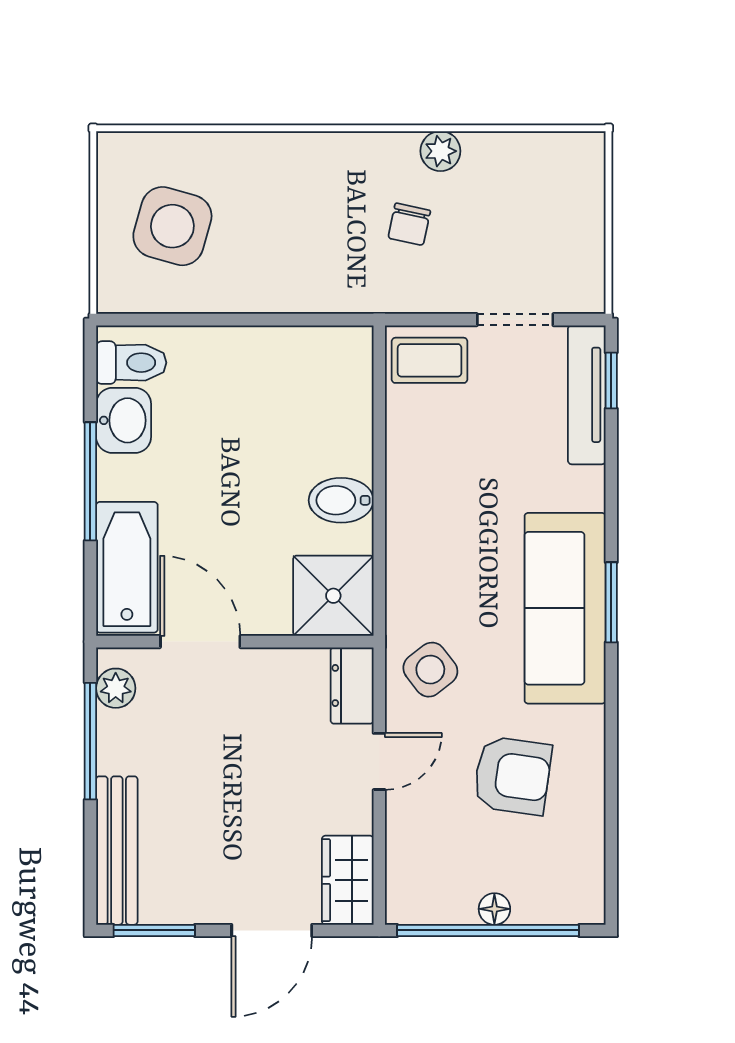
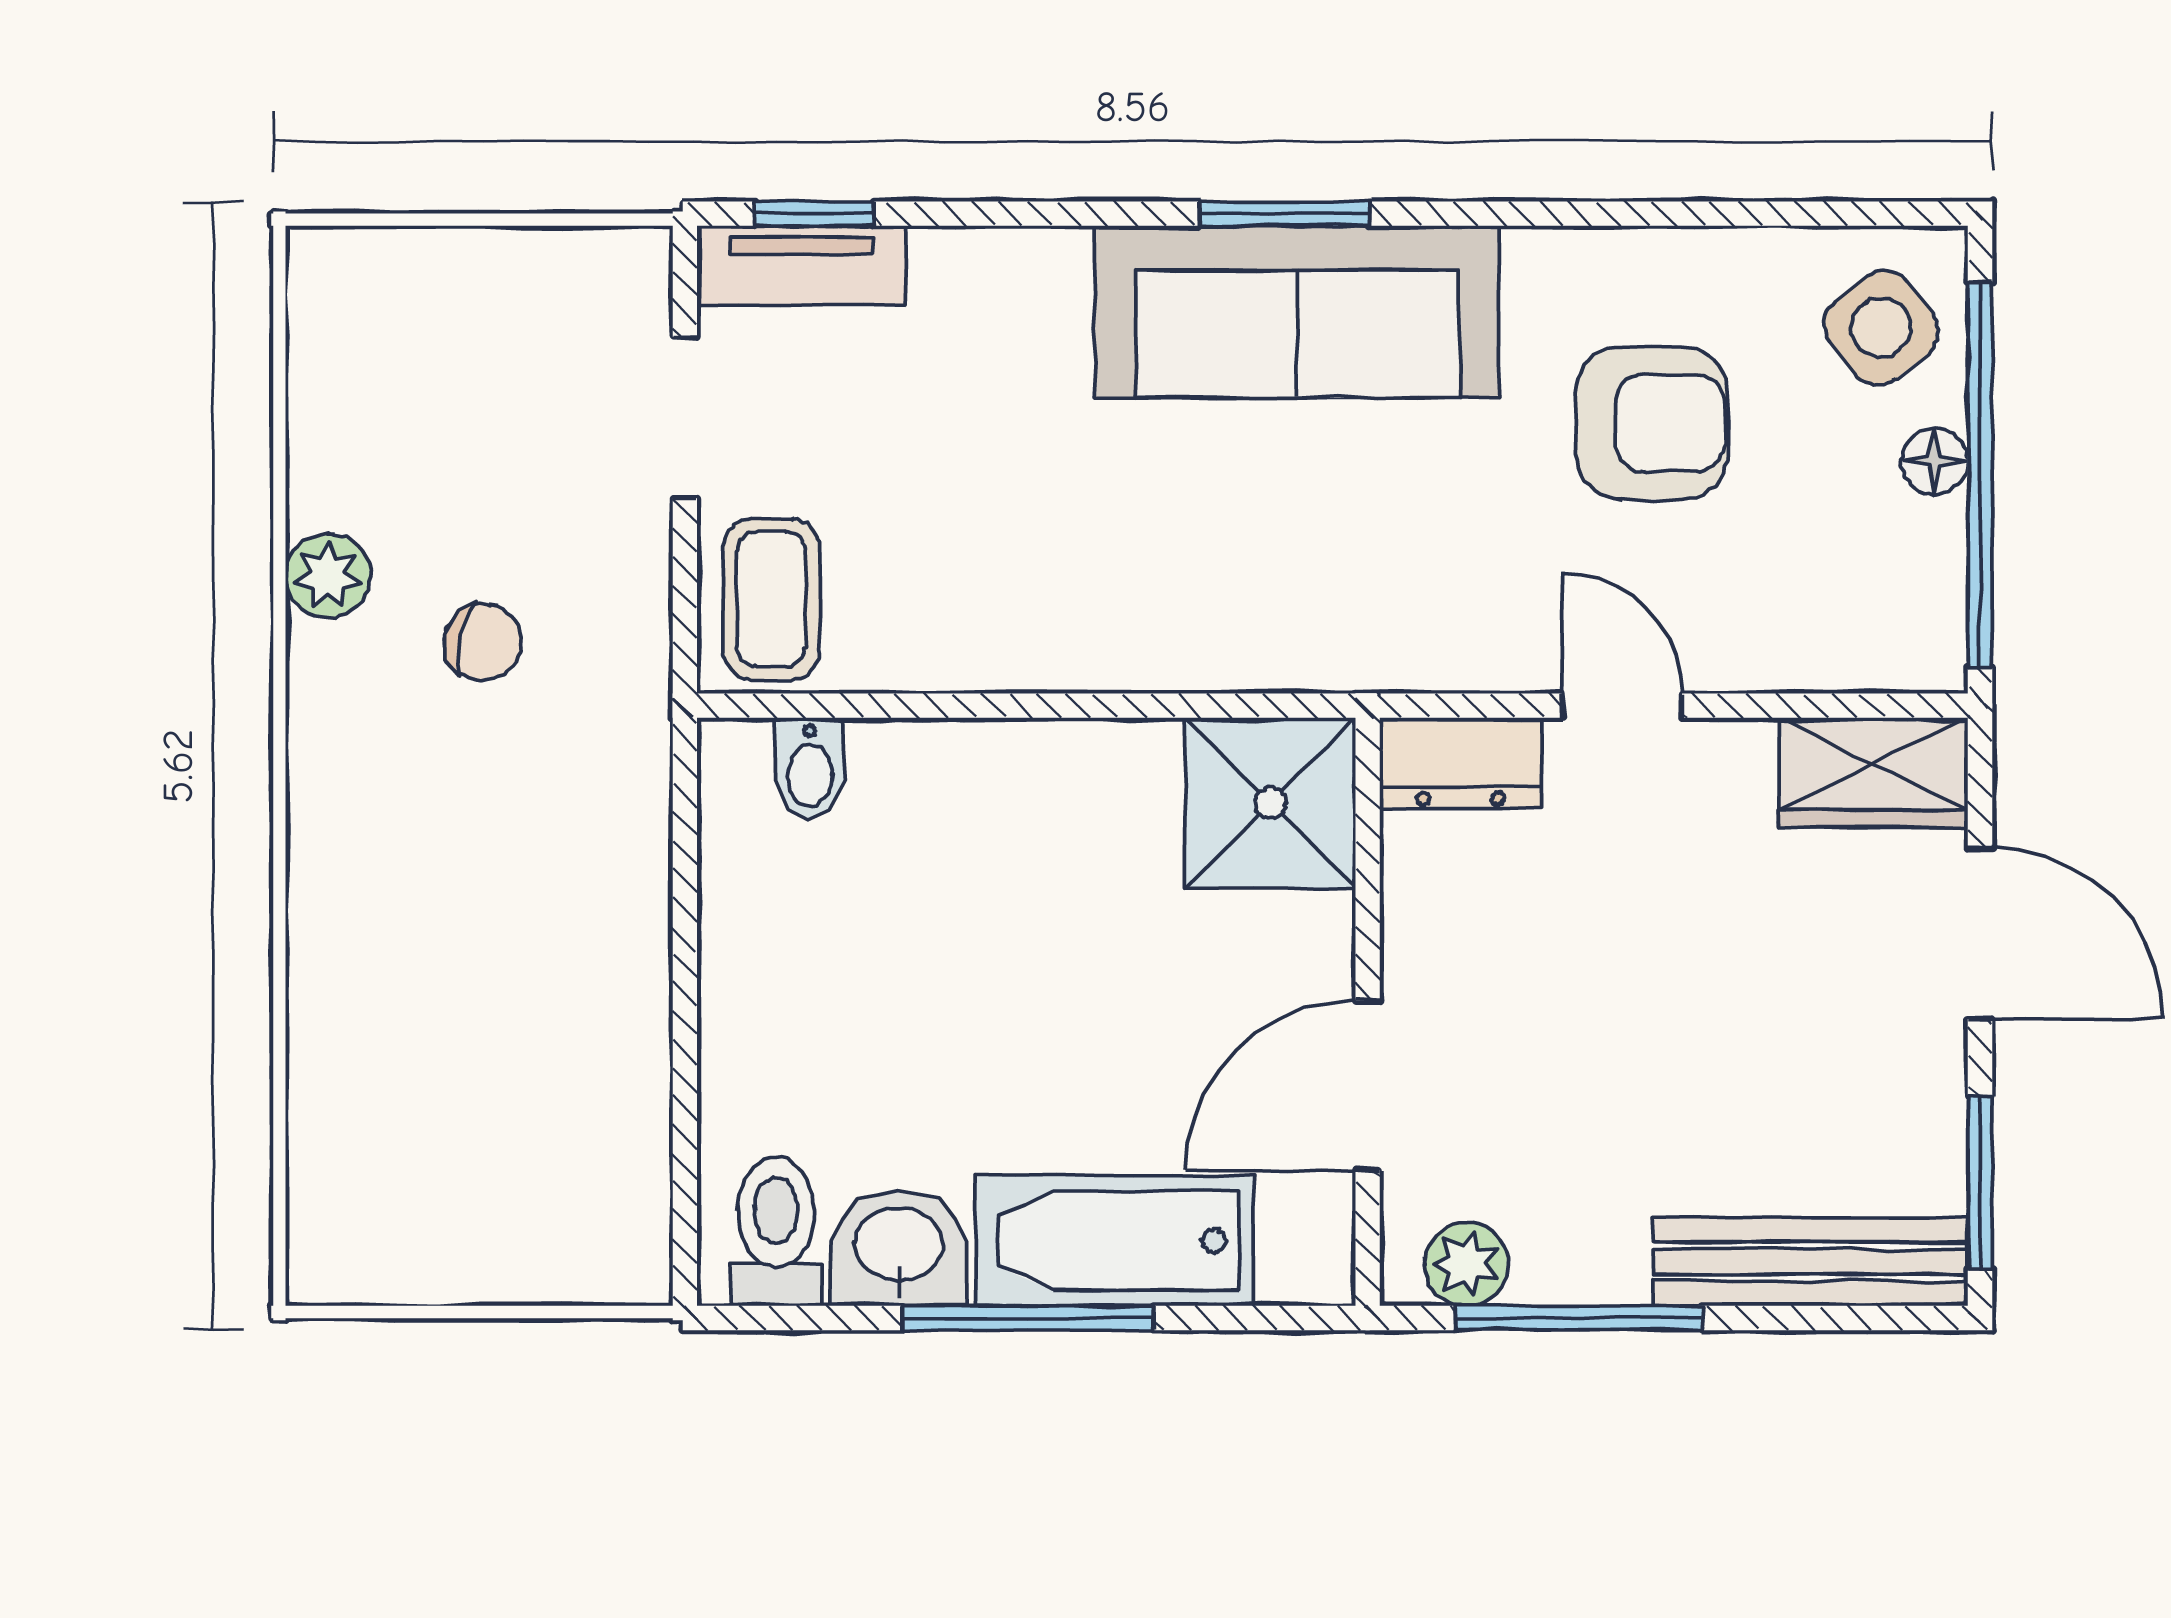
side table: (172, 226) -> (487, 1144), removed
tv unit: (587, 395) -> (802, 266), width x0.71
bidet: (341, 500) -> (810, 768), moved, width x0.72, depth x0.74
bathtub: (127, 567) -> (1114, 1241), moved
side table: (430, 670) -> (1881, 328), moved
armchair: (512, 776) -> (1652, 423), turned 82

